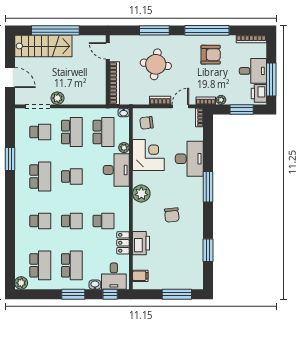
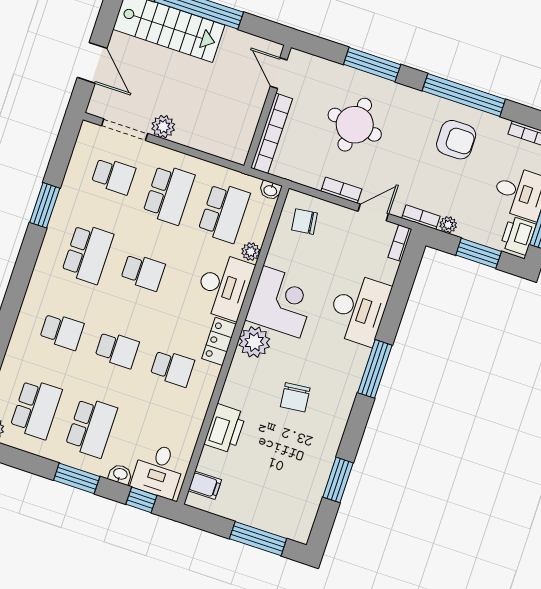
corner desk: (148, 155) -> (281, 302), moved
locker: (123, 243) -> (219, 341), moved

